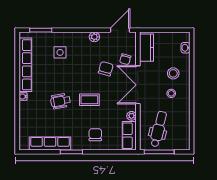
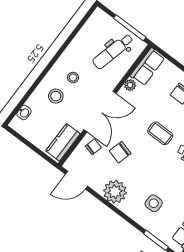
plant: (94, 37) -> (115, 192), width x1.87, depth x1.87

